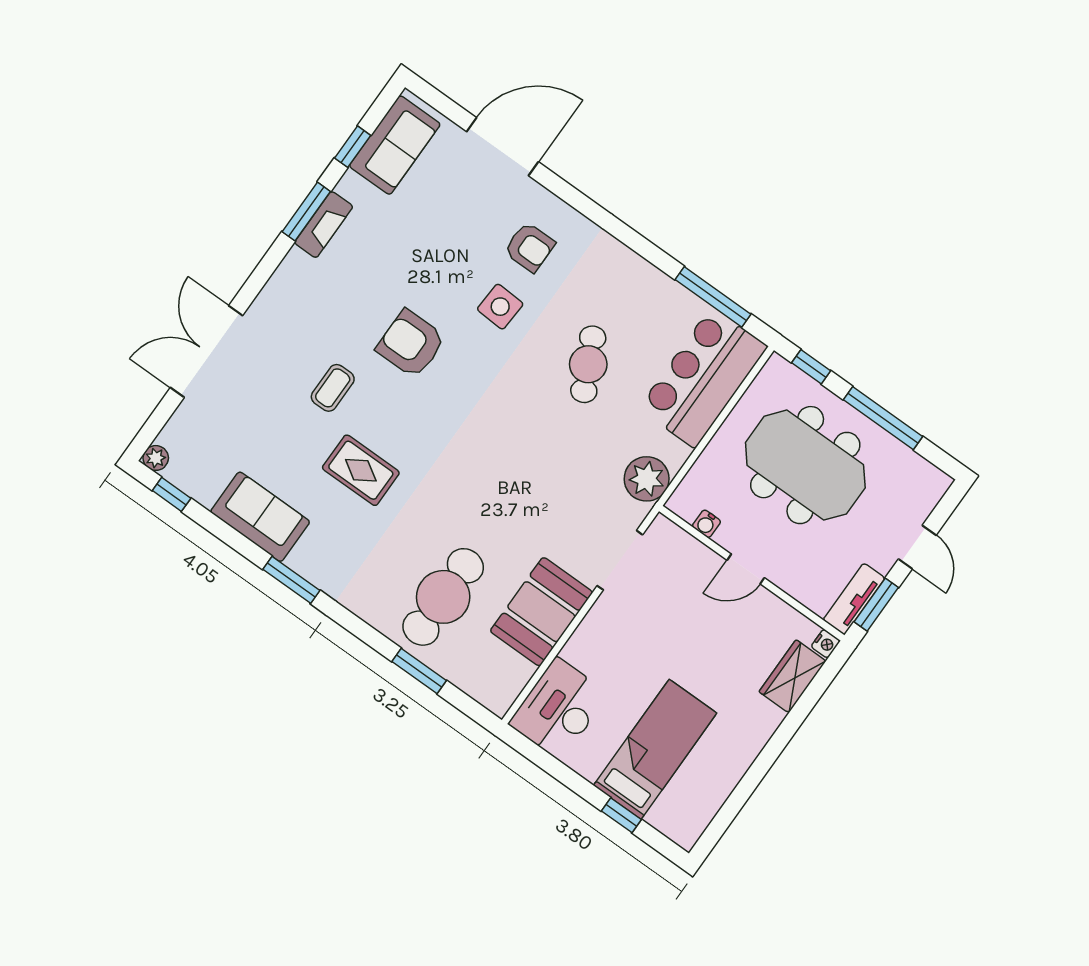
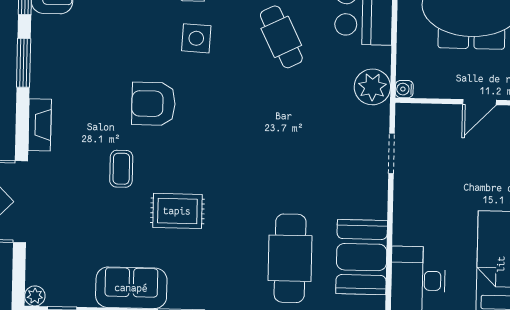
fireplace: (324, 225) -> (40, 125), moved
water cooler: (706, 524) -> (404, 89), moved, turned 90
doorway: (620, 560) -> (391, 153), width x0.73
booth: (541, 612) -> (362, 257), moved

